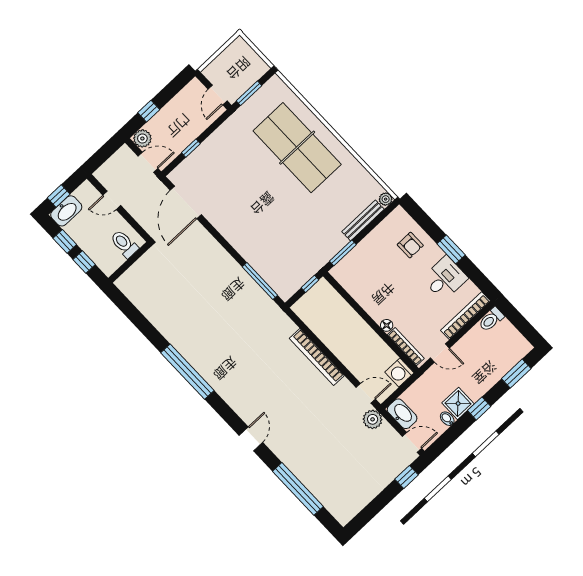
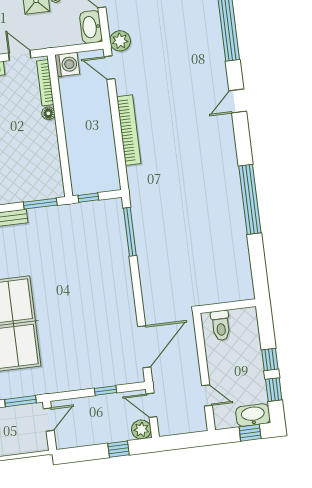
toilet: (124, 244) -> (221, 325), moved
wall: (129, 262) -> (228, 306), moved

